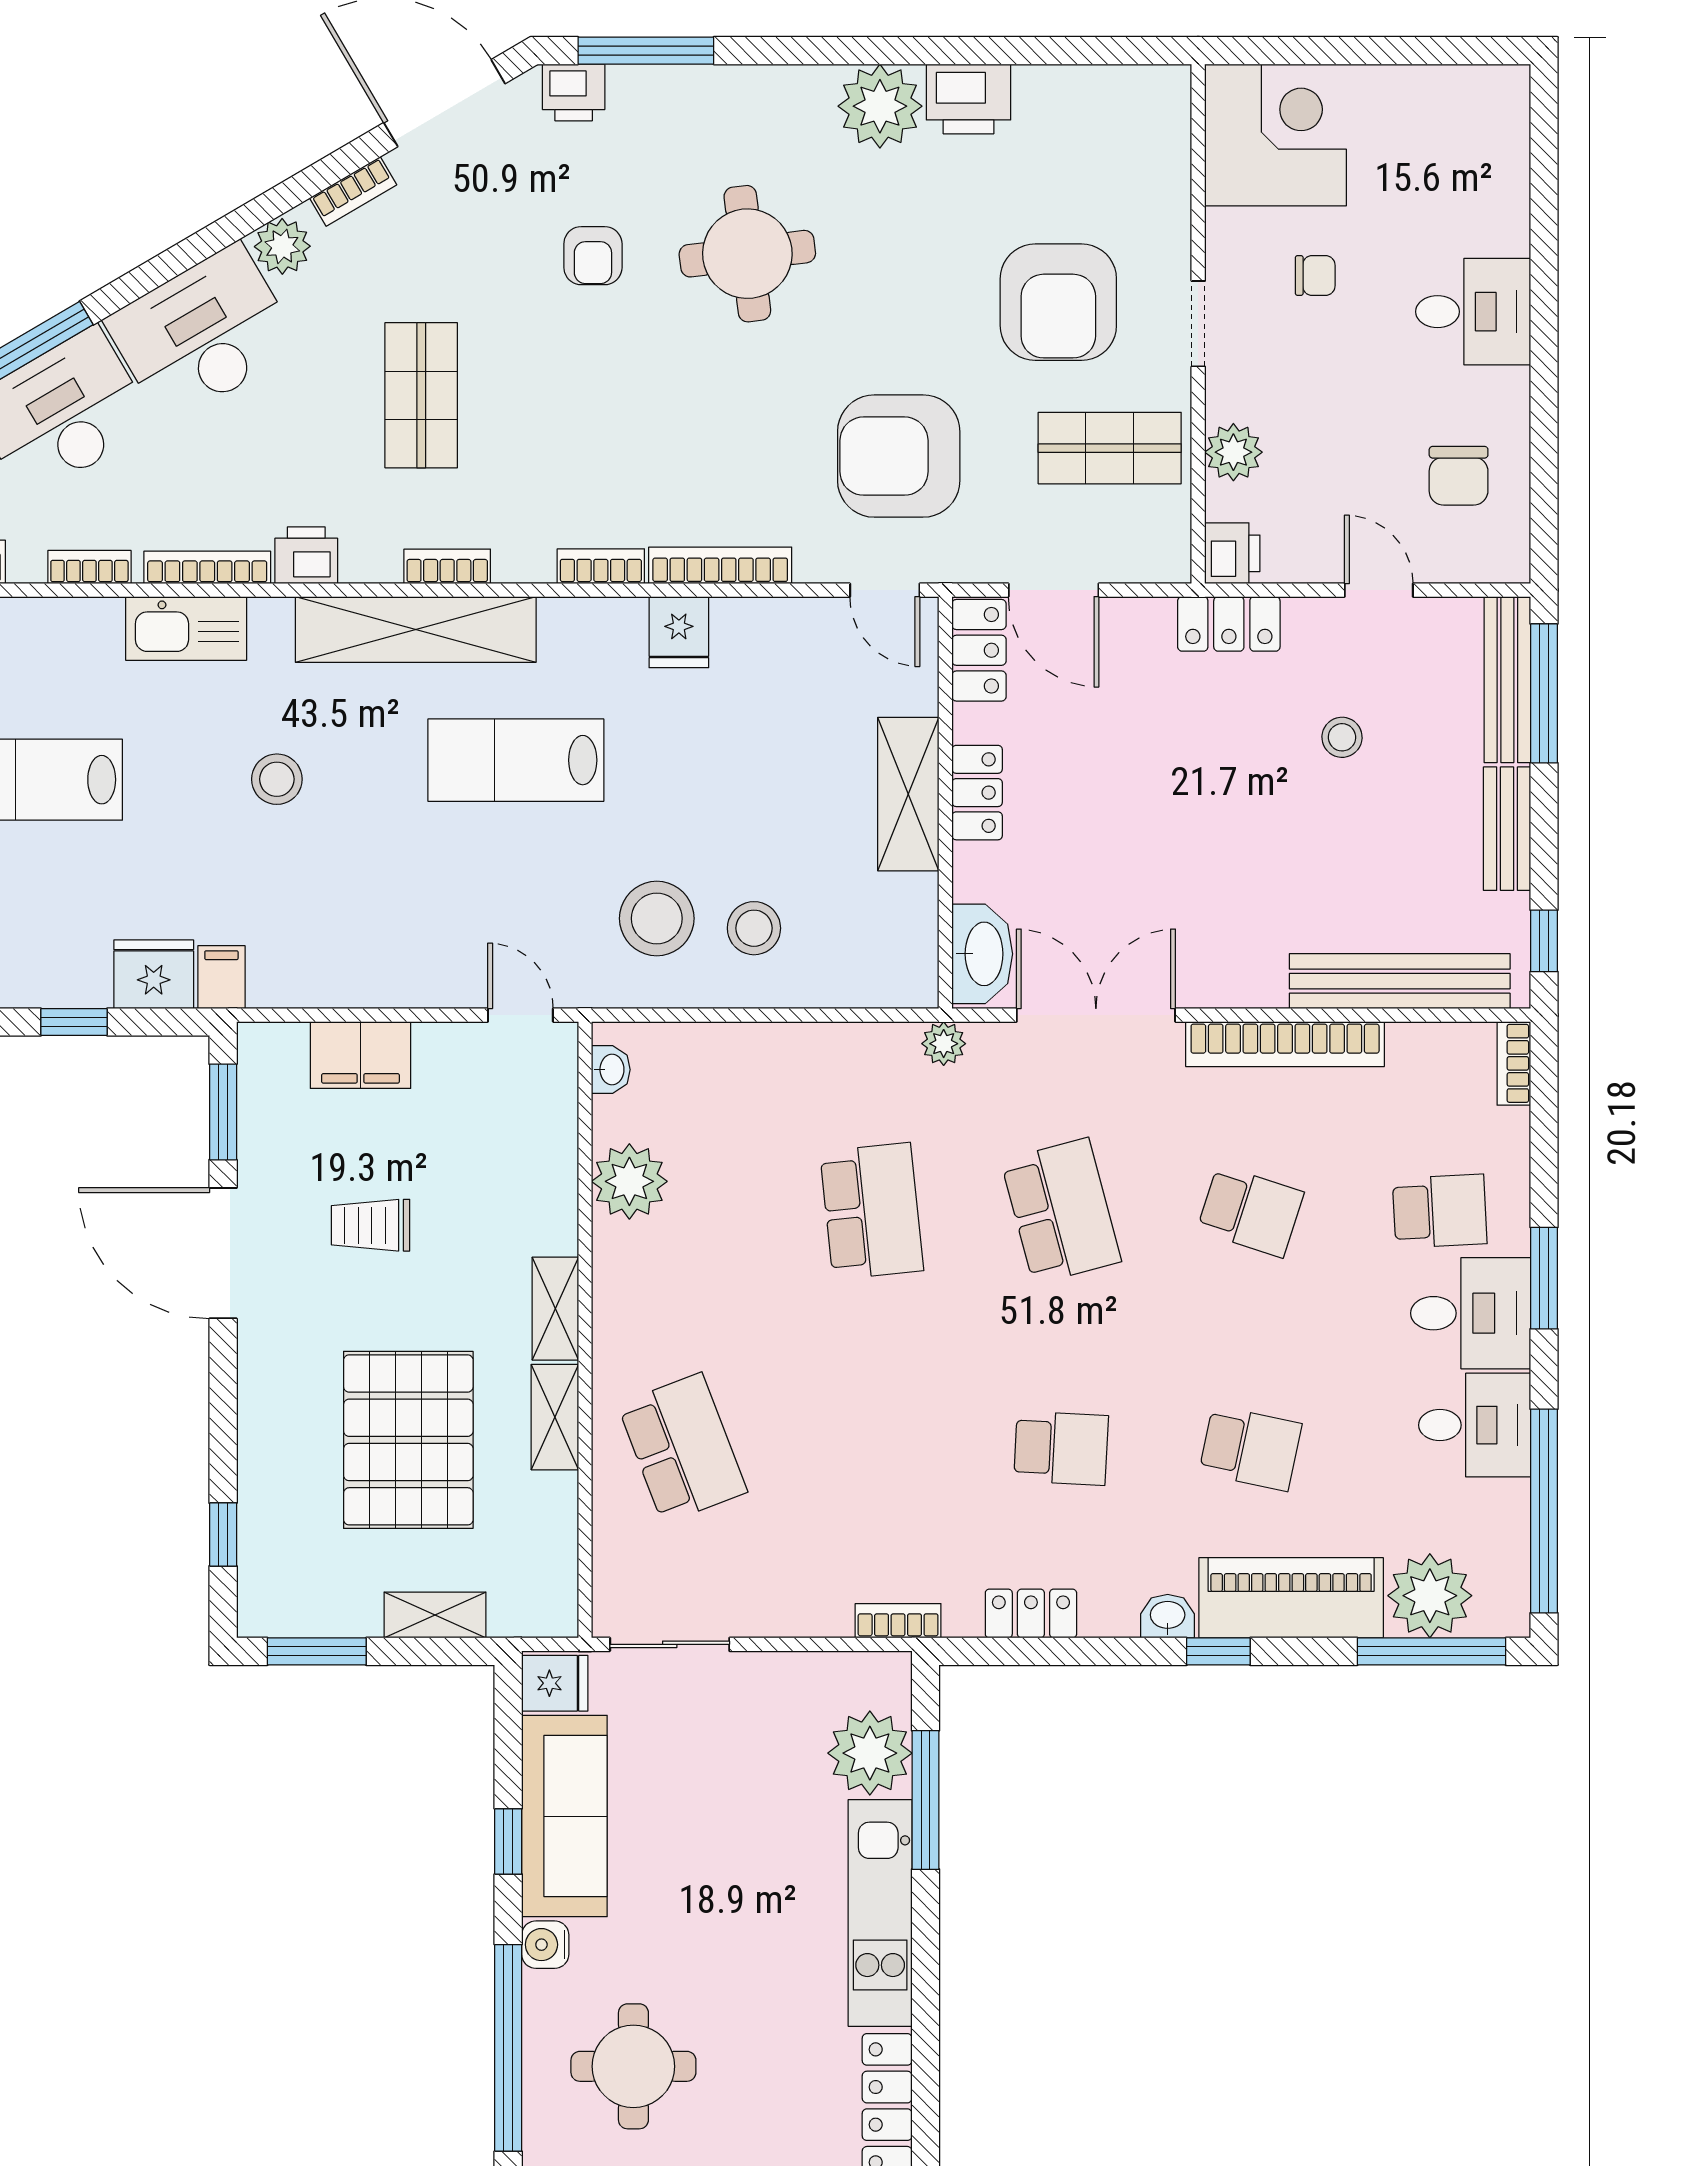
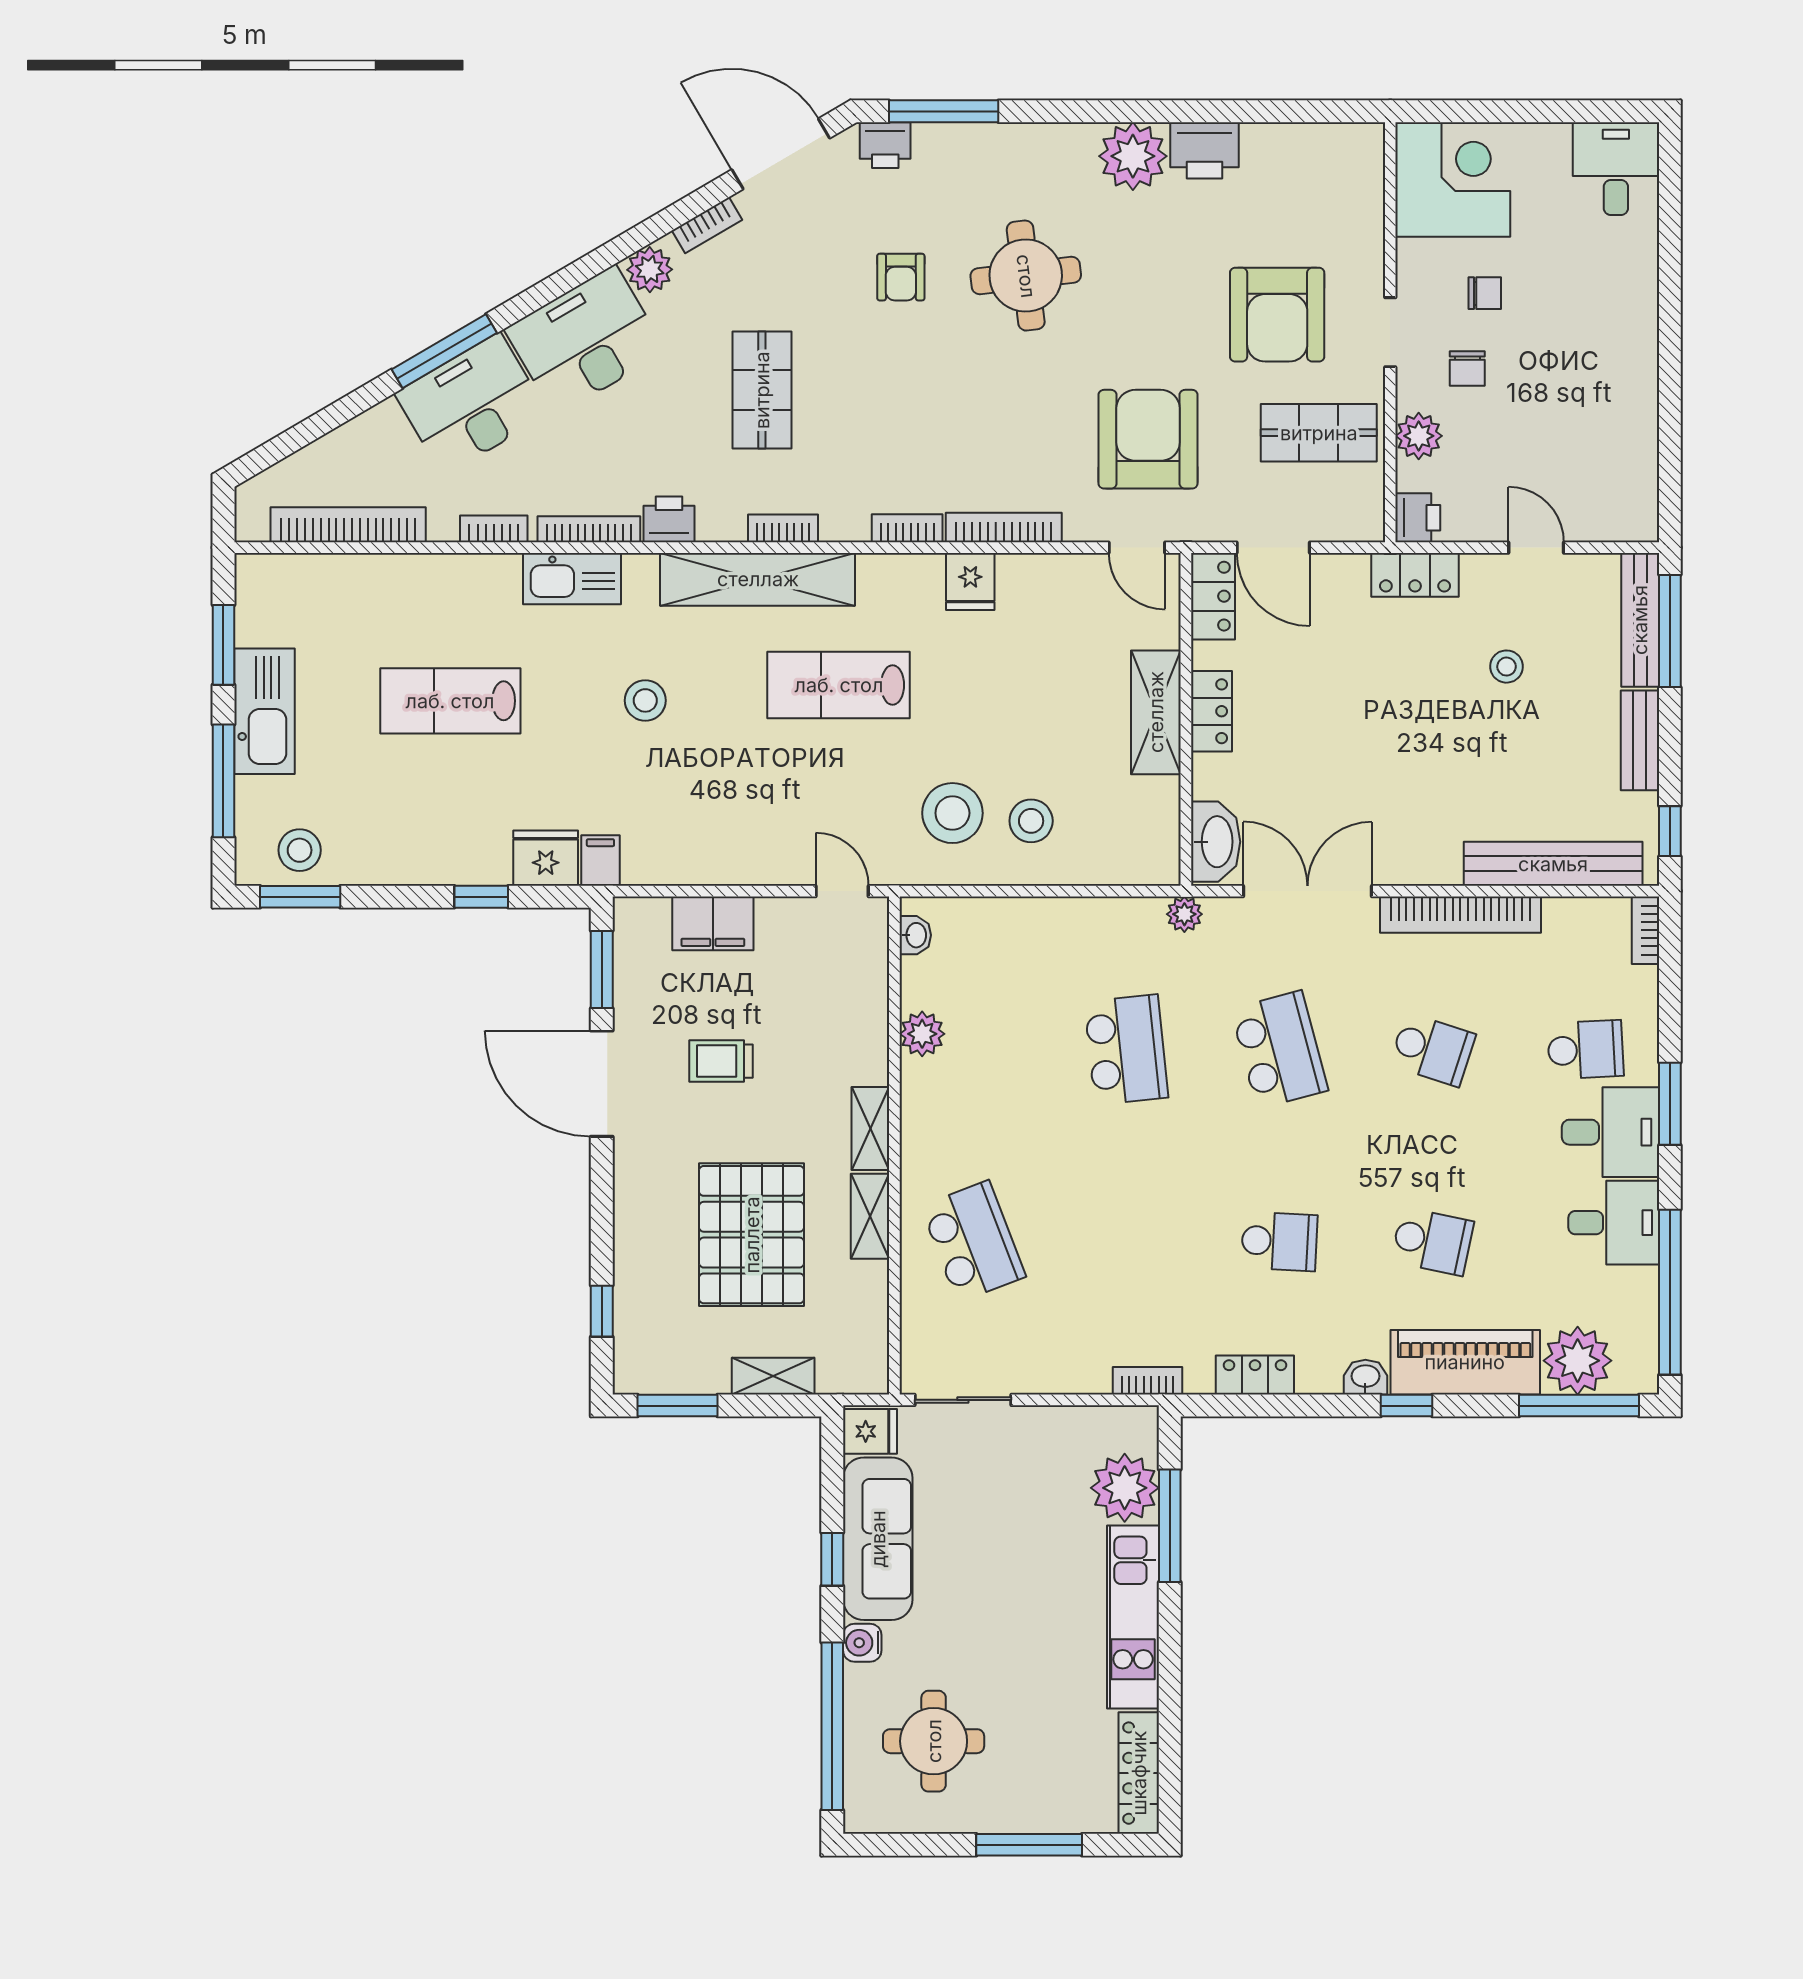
desk: (1473, 312) -> (1616, 169), moved, turned -90
armchair: (899, 456) -> (1148, 439), turned 90
chair: (1459, 476) -> (1467, 369), moved, width x0.73, depth x0.73
plant: (629, 1181) -> (922, 1034), width x0.73, depth x0.73

